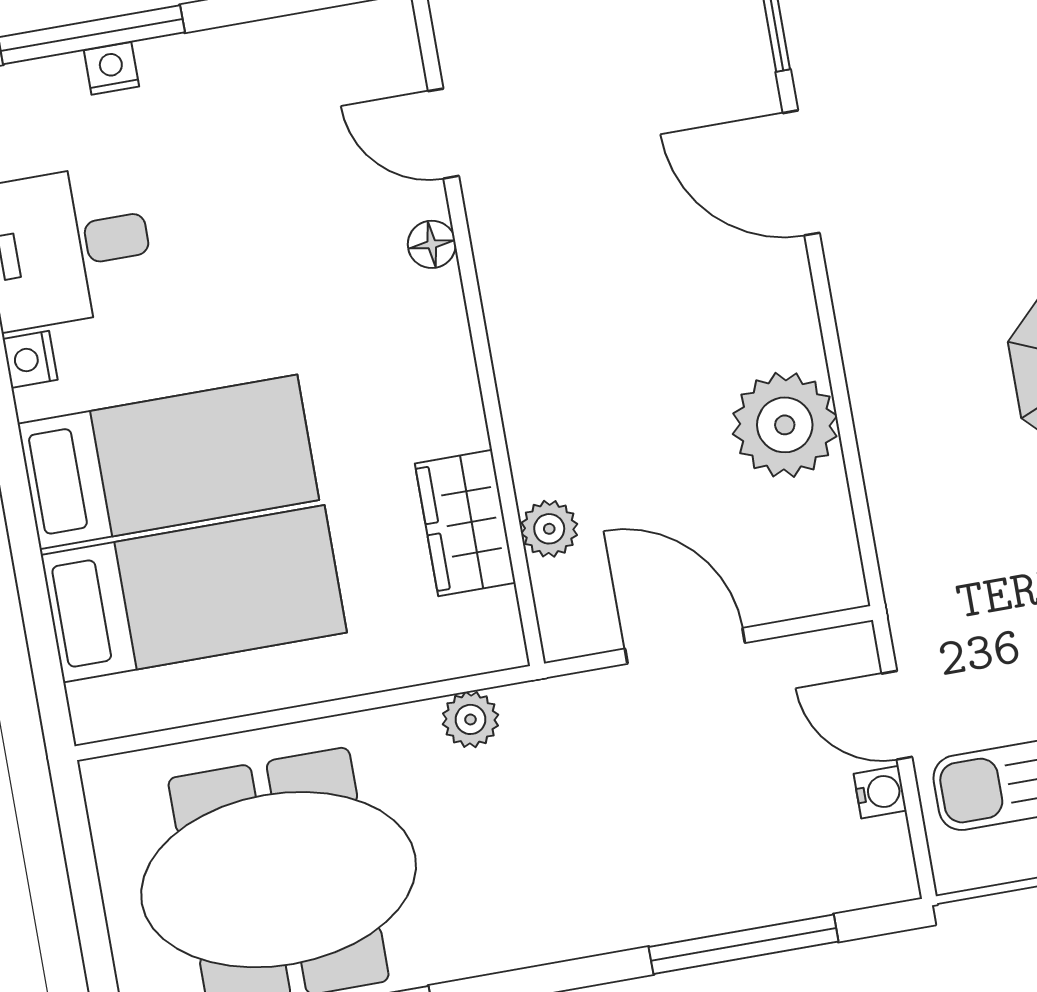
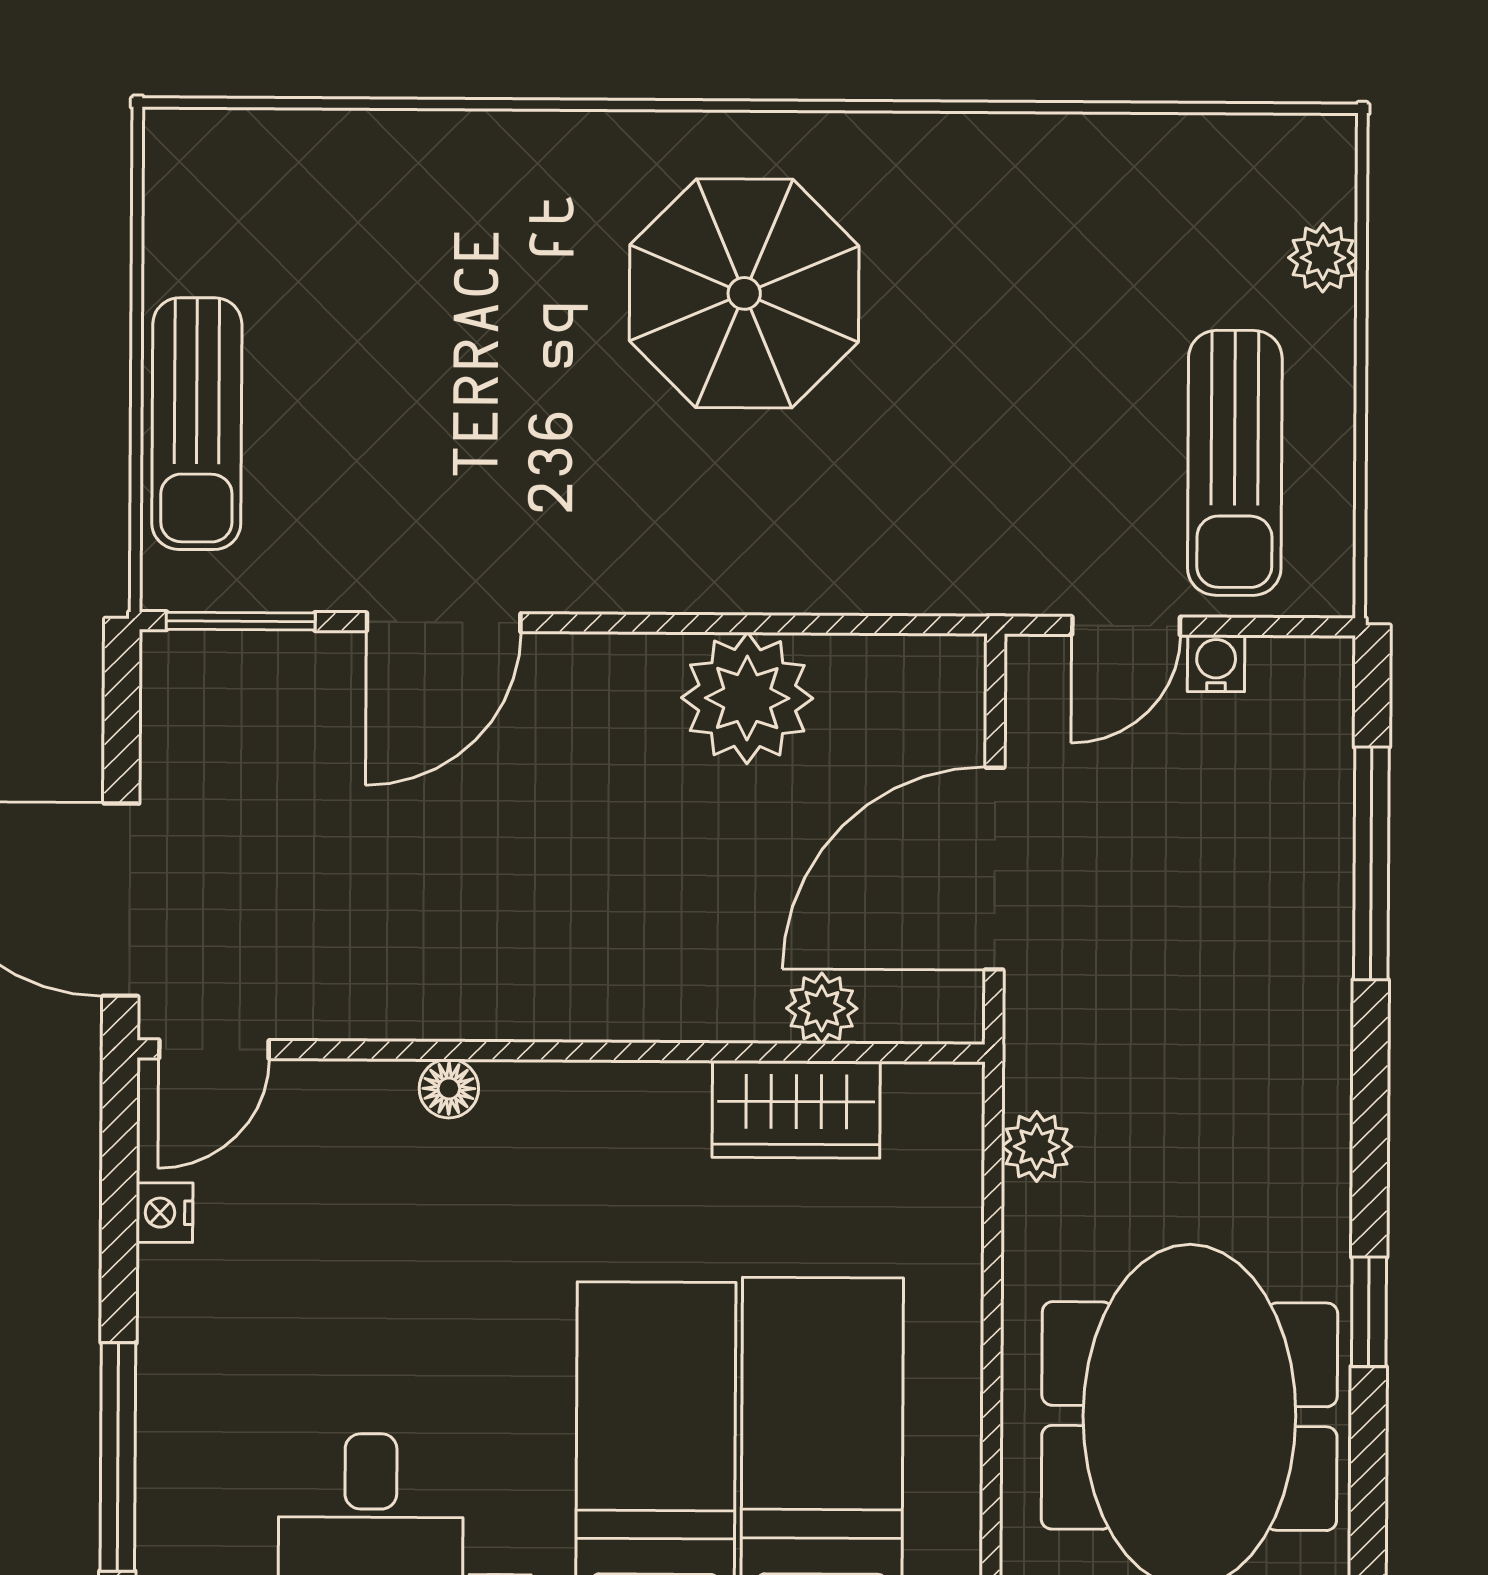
nightstand: (111, 68) -> (164, 1213), moved
door: (443, 134) -> (214, 1049), moved
door: (685, 646) -> (994, 869), width x1.36

